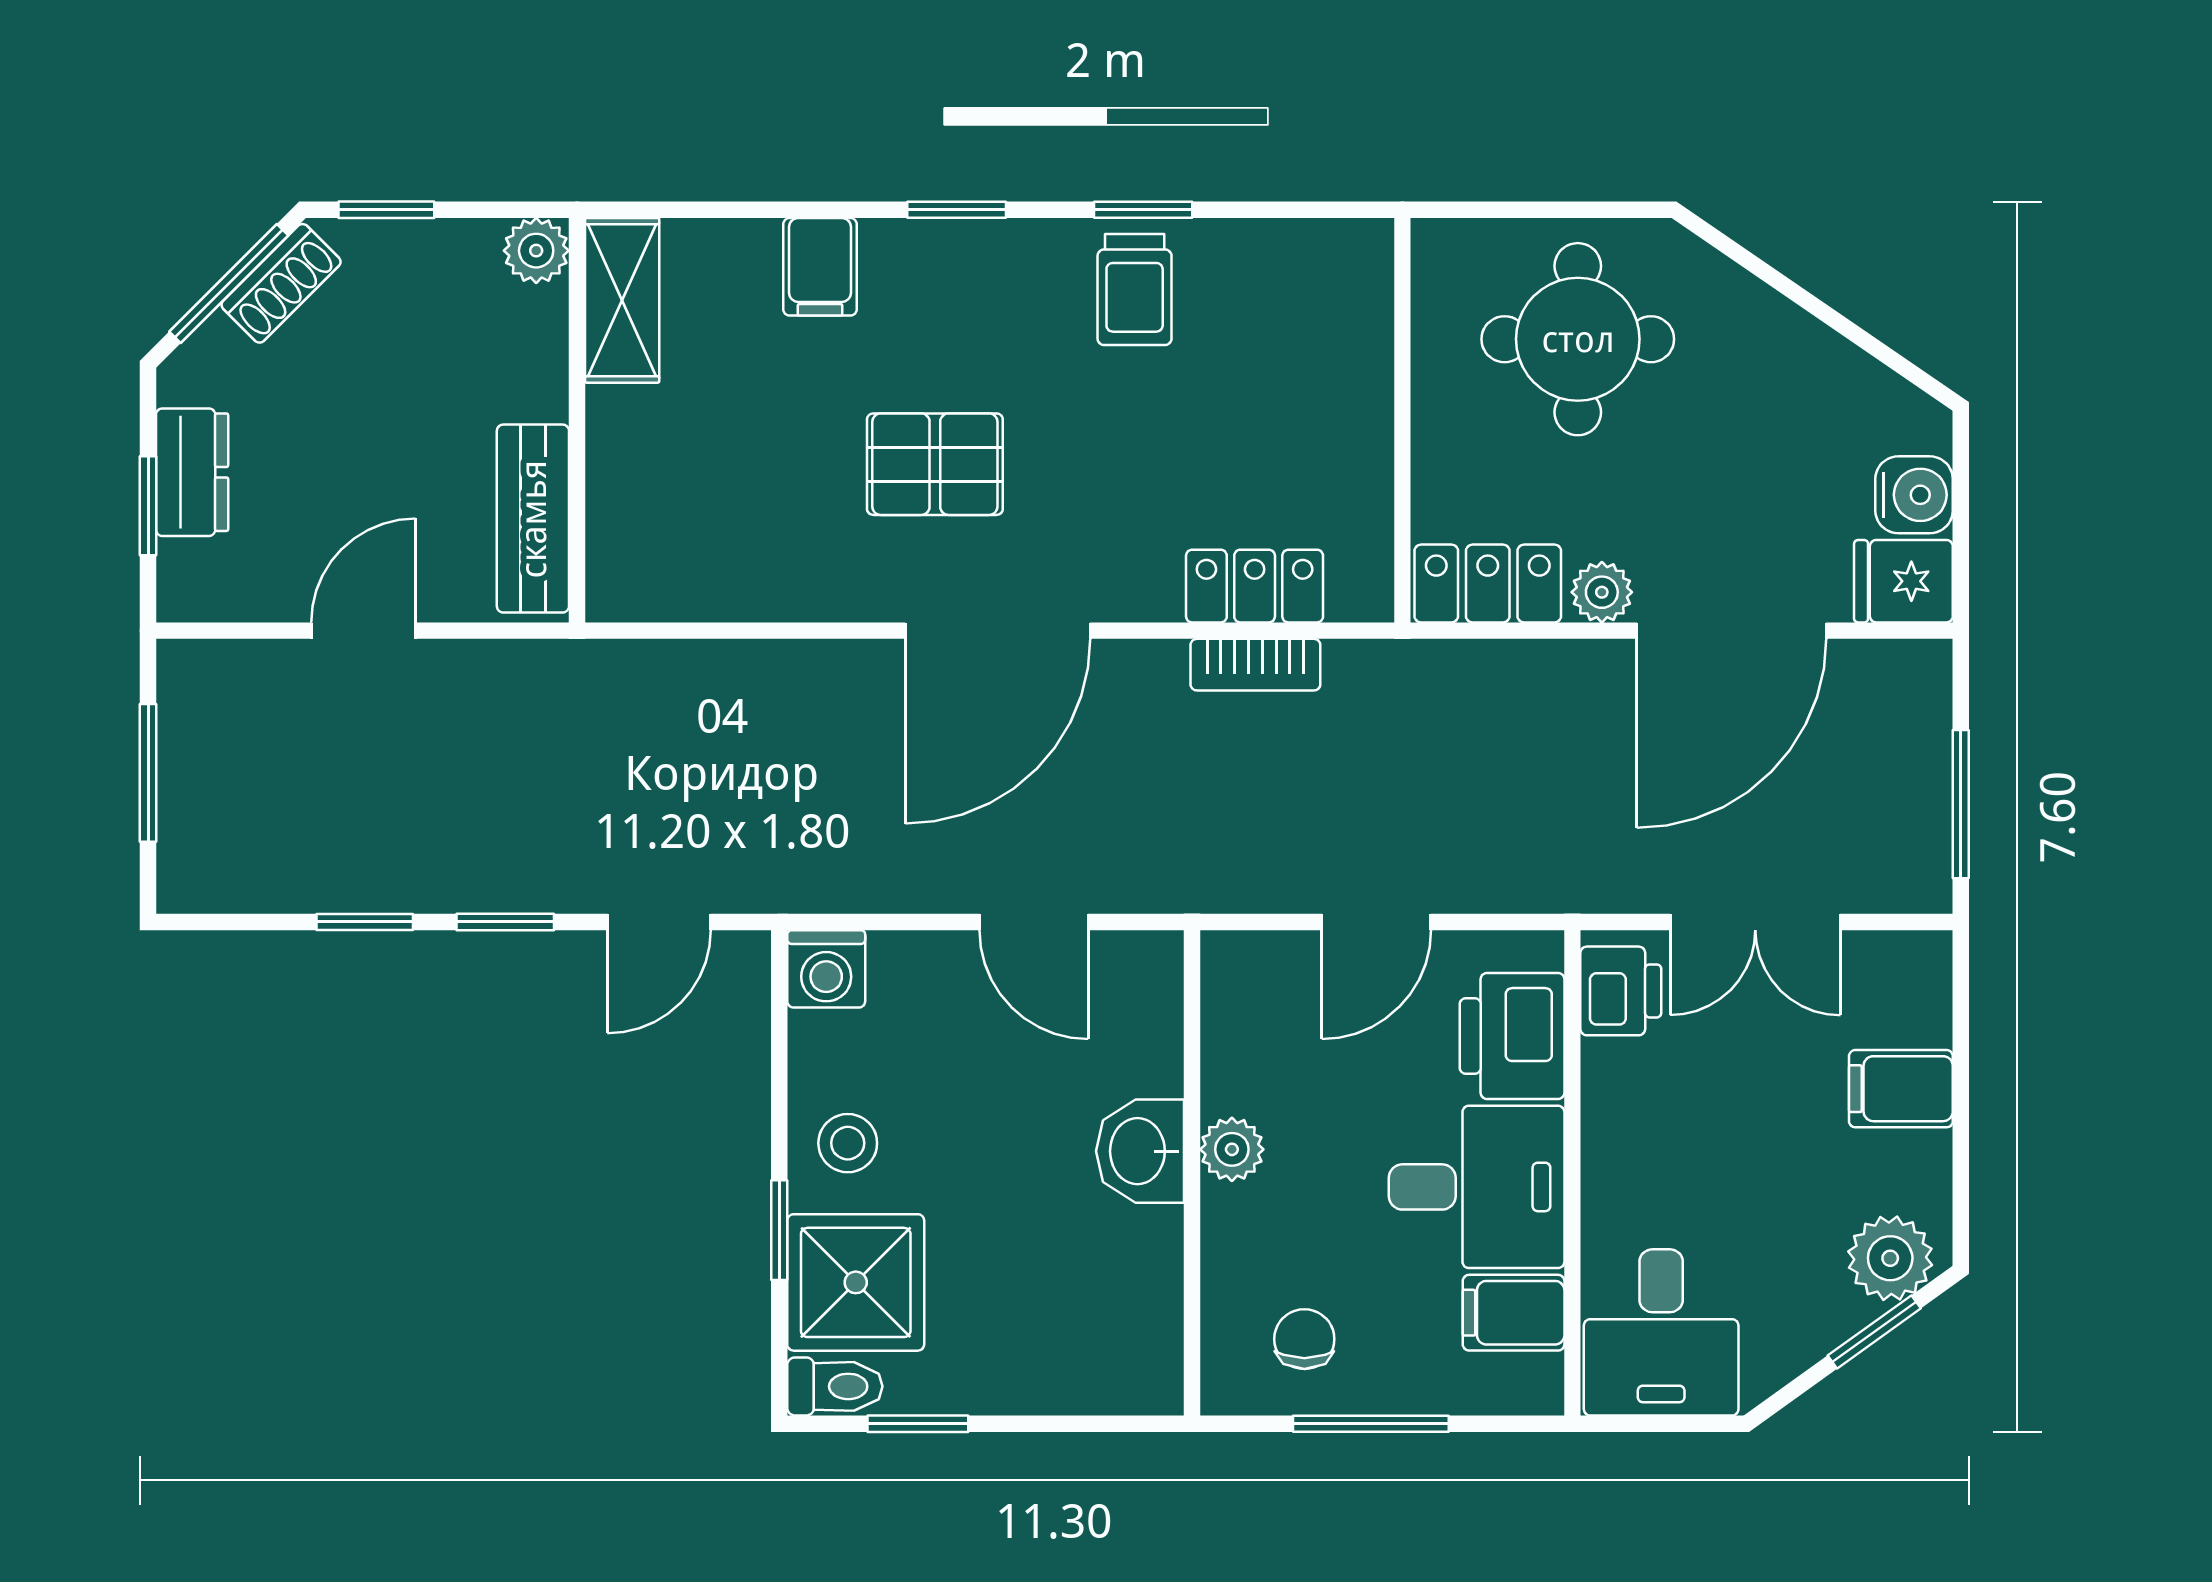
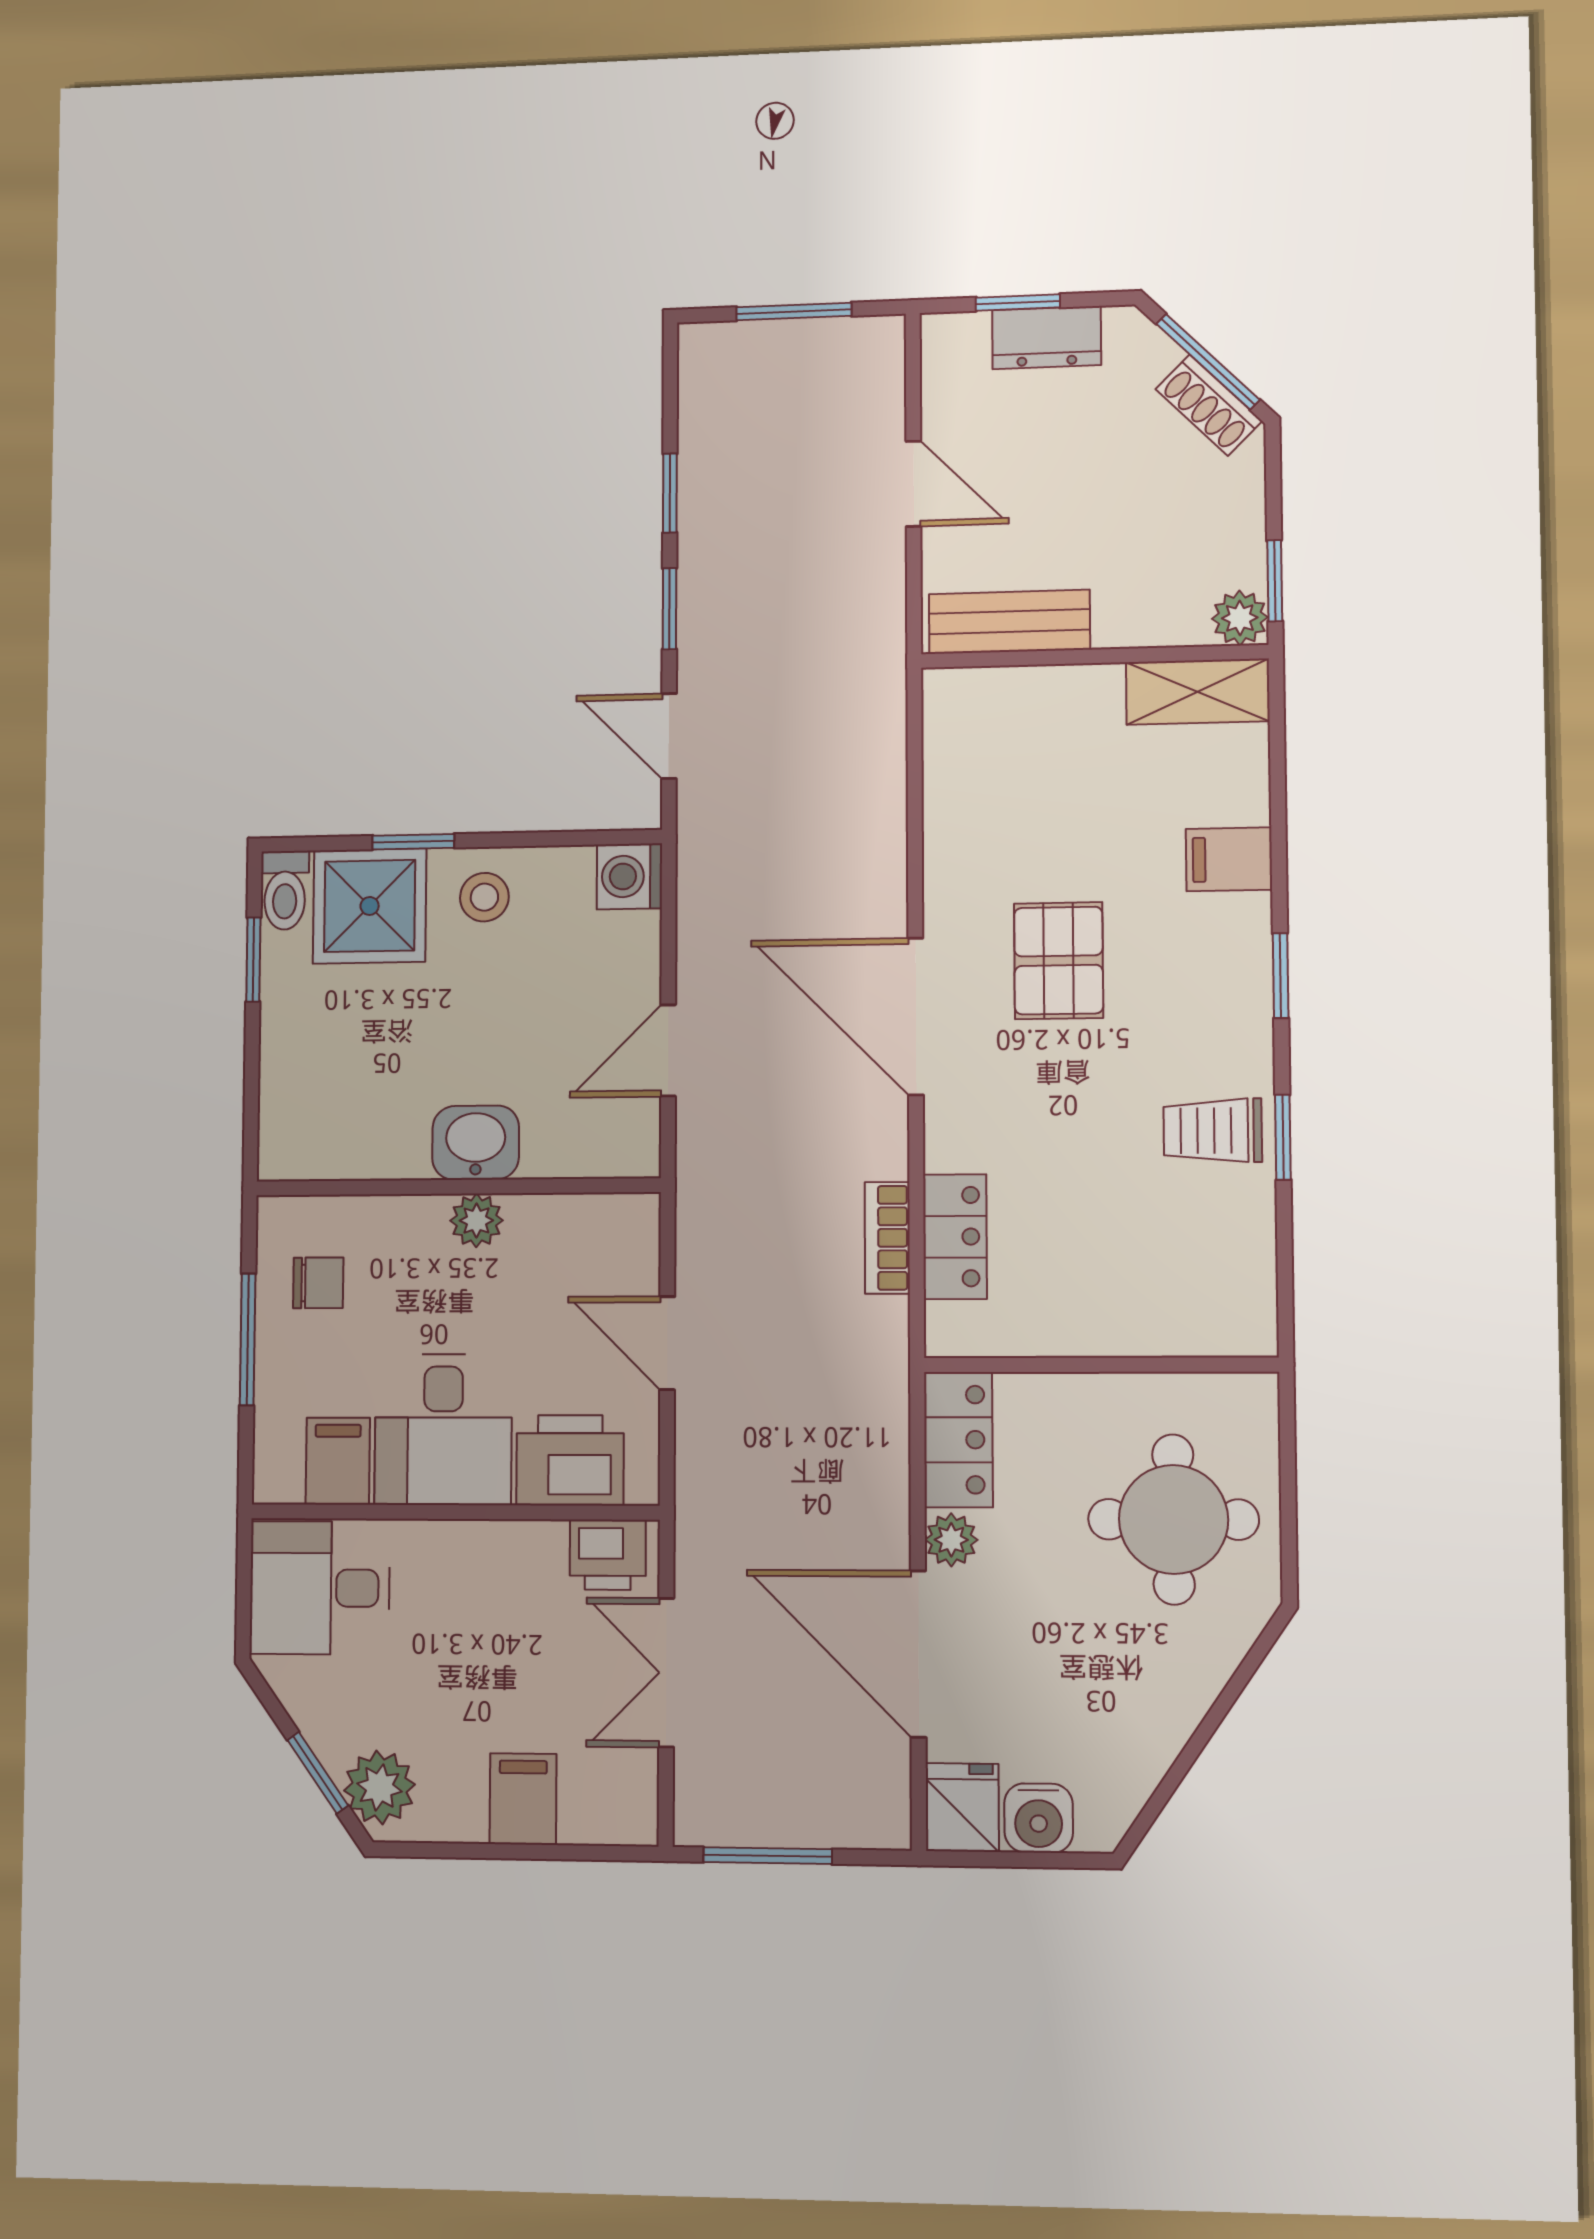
window: (386, 210) -> (1275, 581), moved

